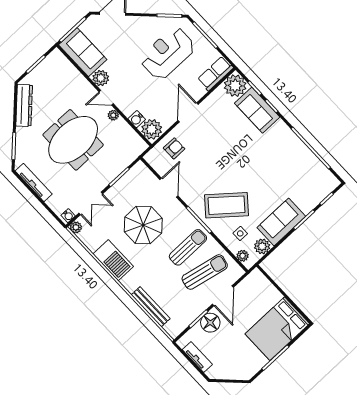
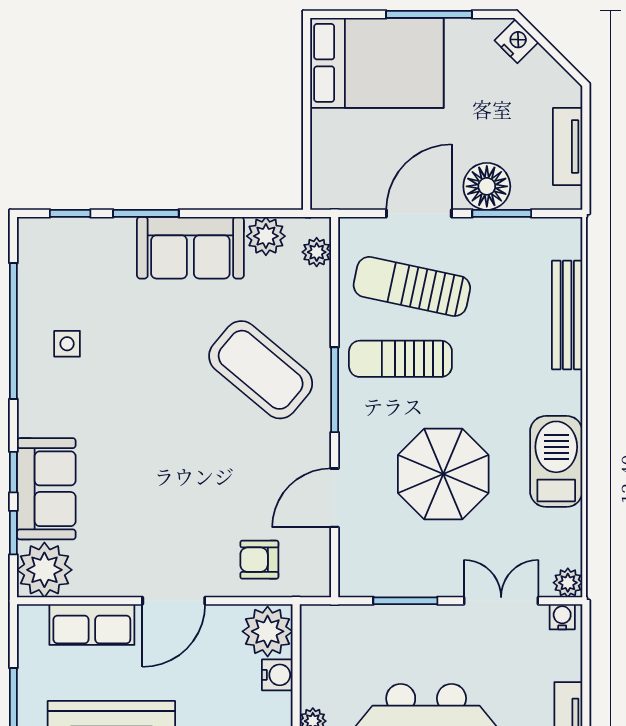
row of seats: (215, 73) -> (92, 625), moved
side table: (240, 233) -> (67, 344), moved
nightstand: (242, 374) -> (516, 41), added

